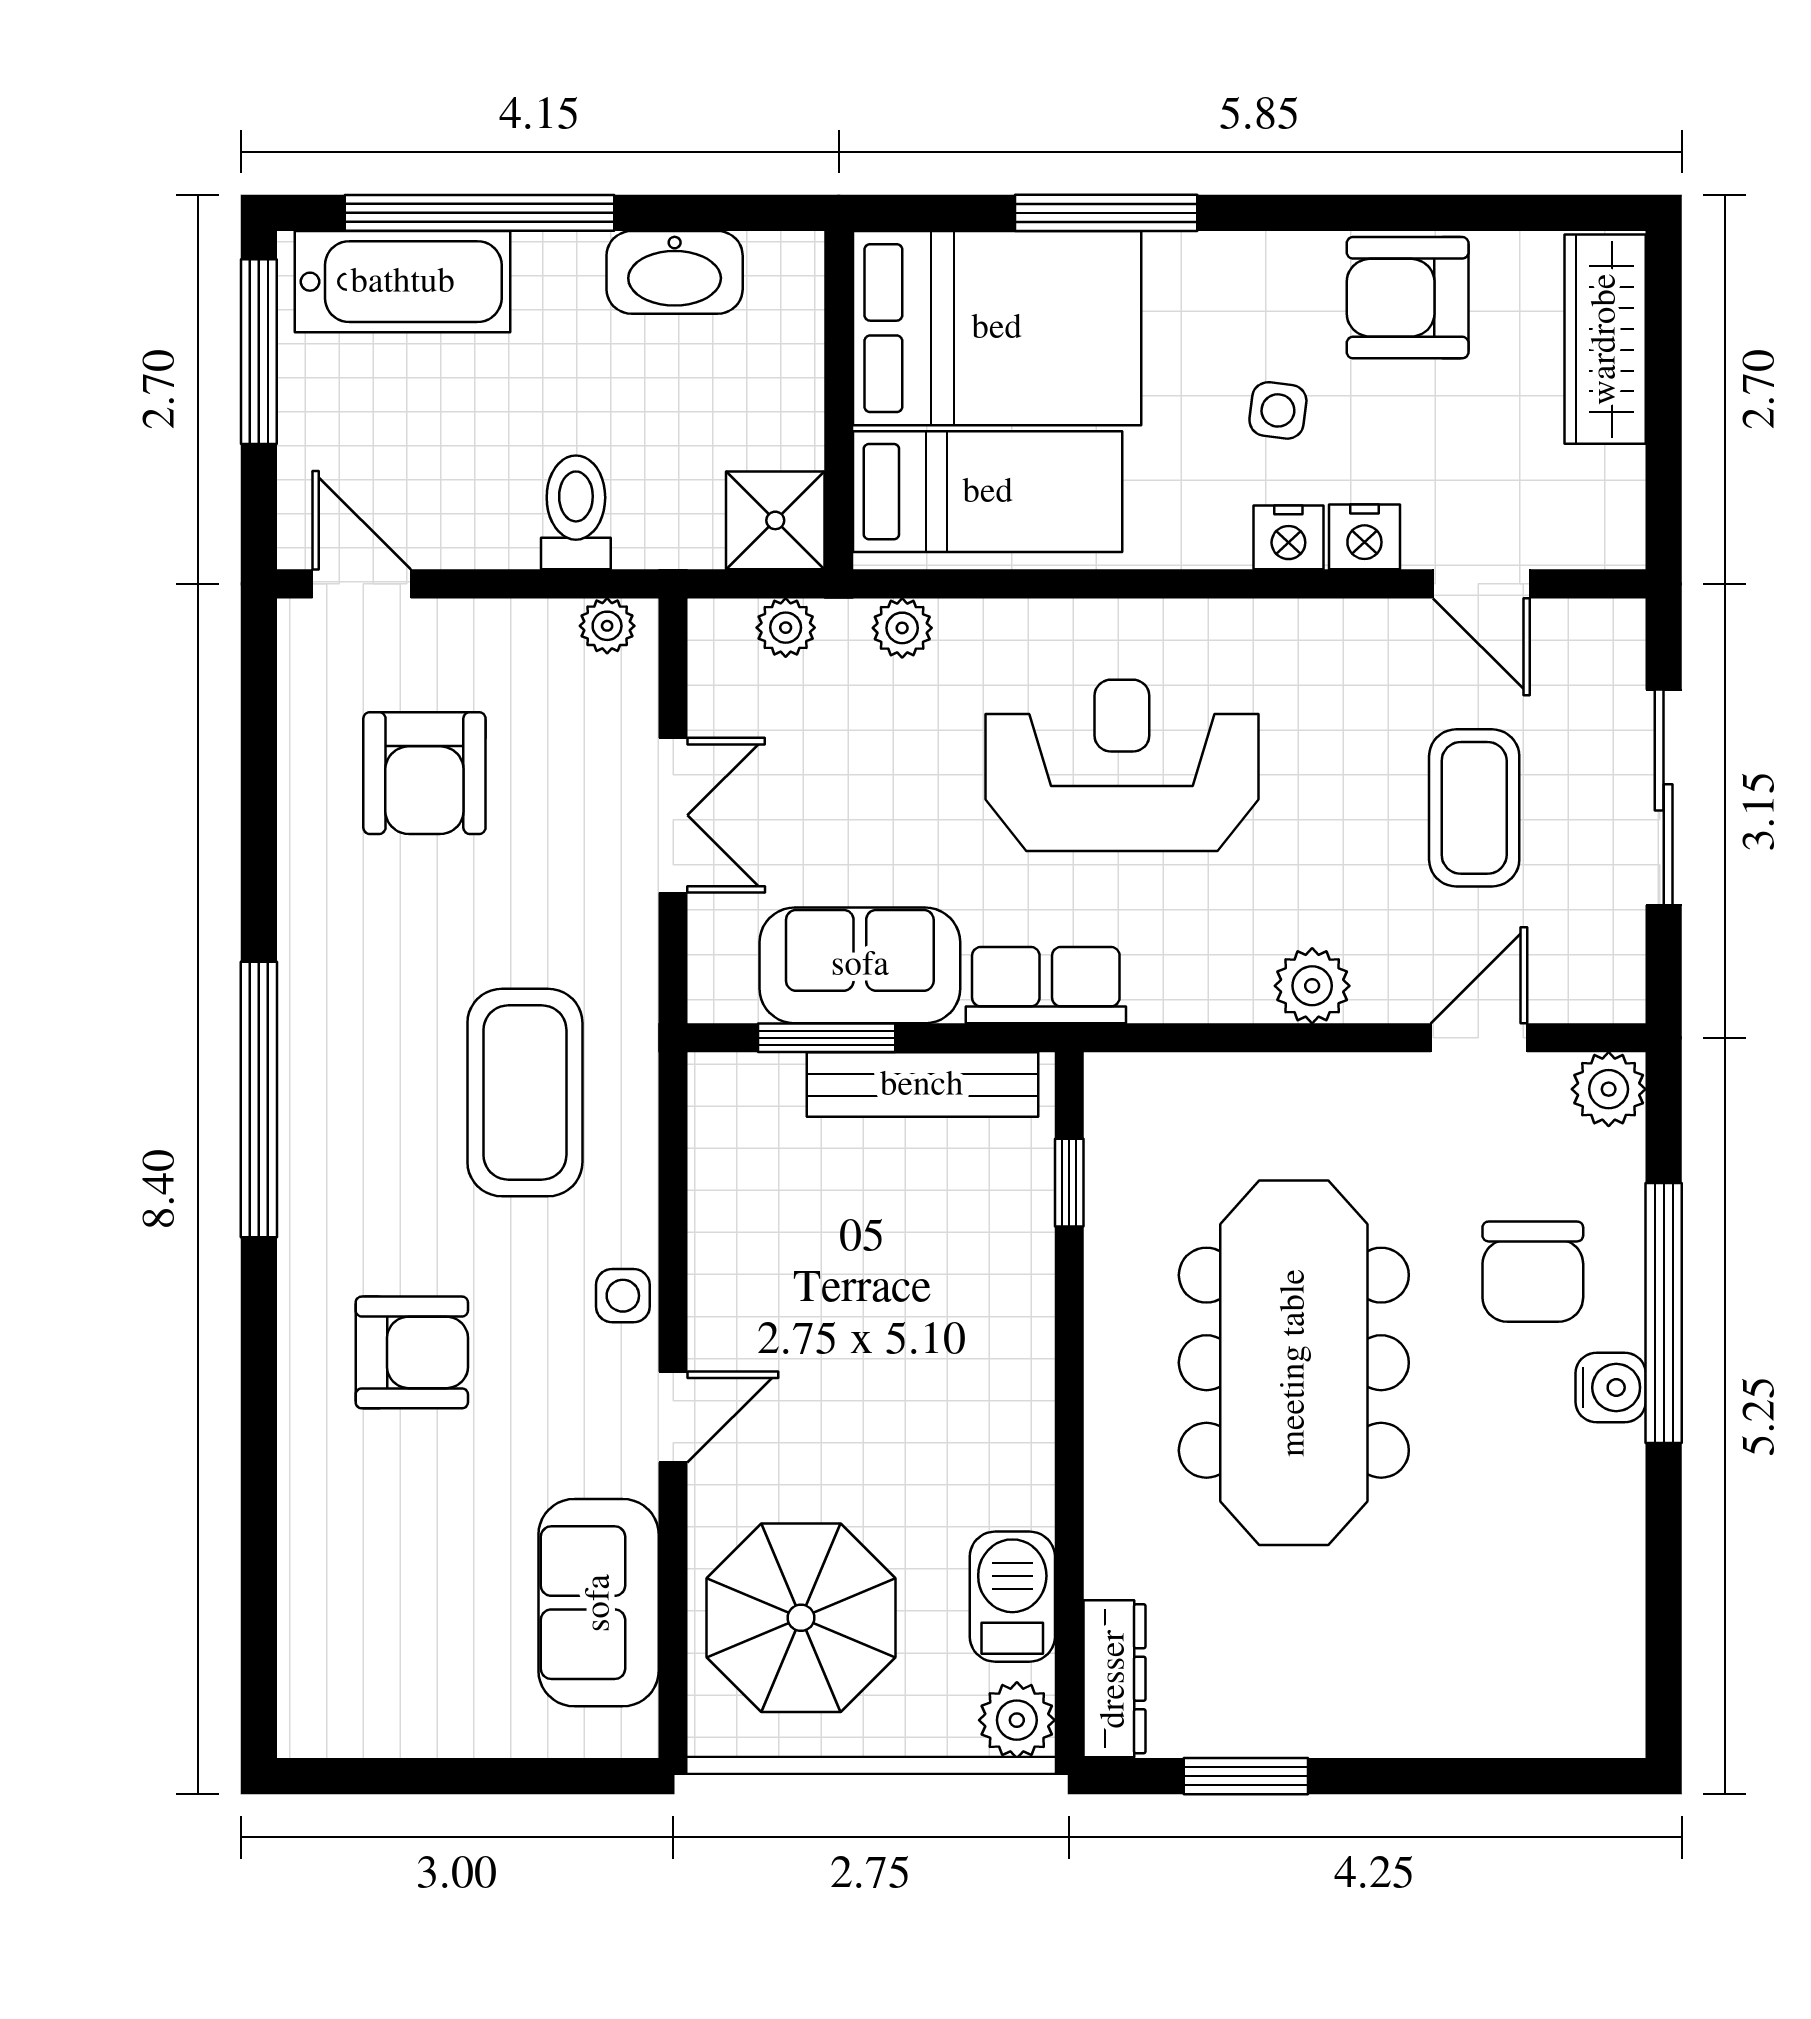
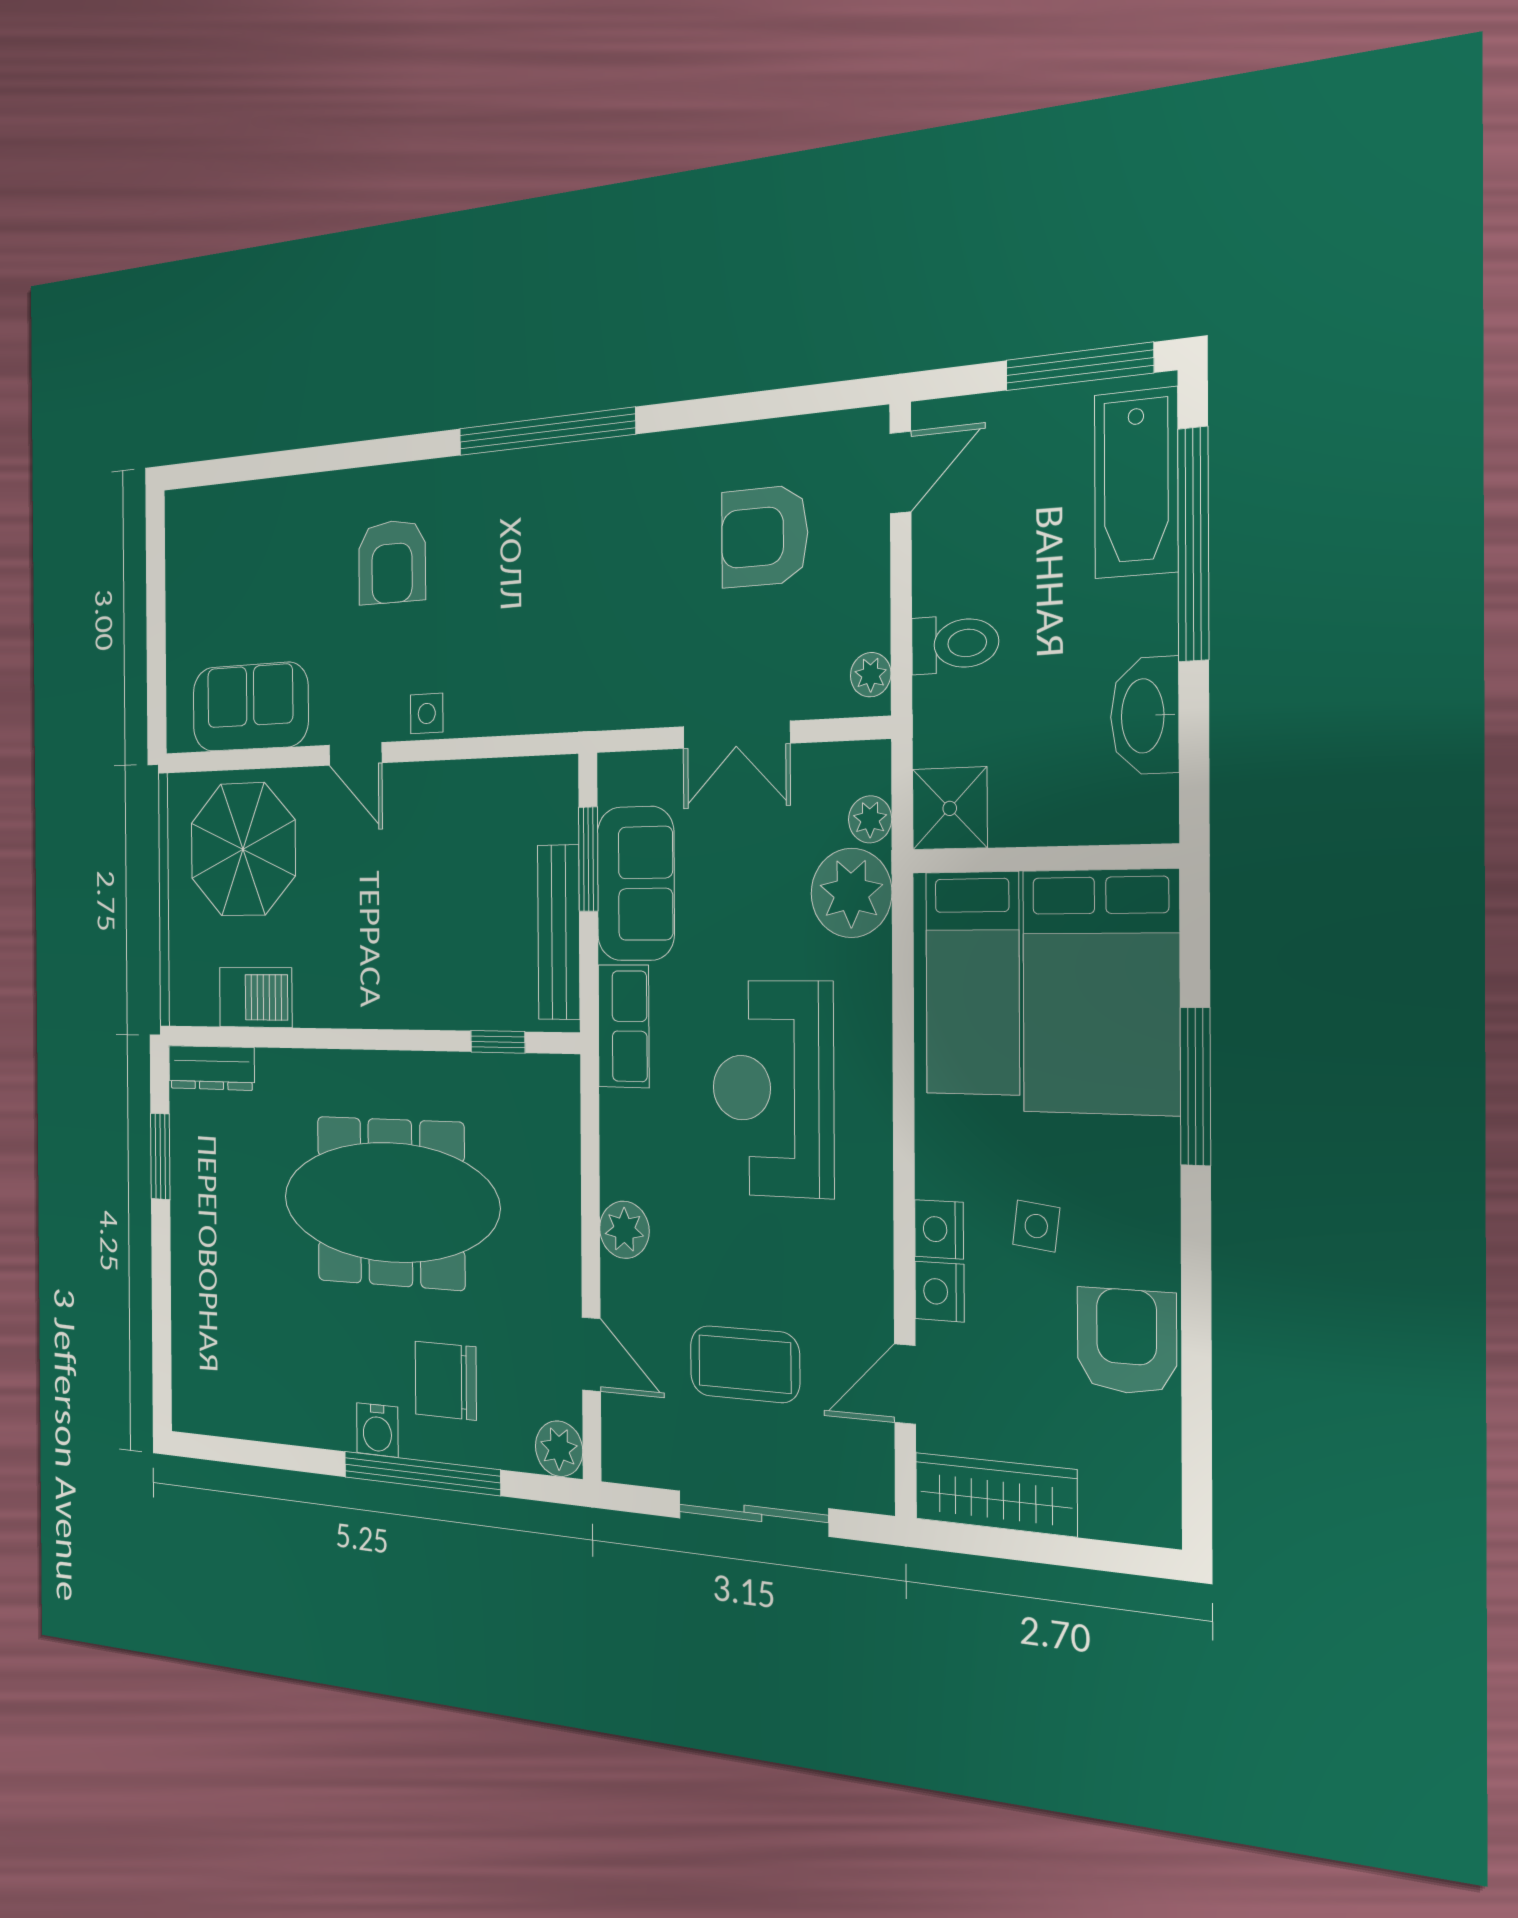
wardrobe: (1605, 339) -> (995, 1494), moved
plant: (902, 628) -> (851, 893), width x1.88, depth x1.88
reception desk: (1122, 765) -> (773, 1088), turned 180
coffee table: (525, 1093) -> (552, 632), removed
plant: (1017, 1720) -> (189, 1000), removed

